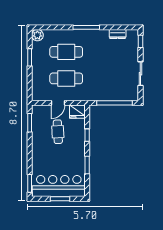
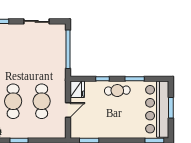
door: (58, 103) -> (68, 110), hinge flipped
cafe table: (58, 132) -> (117, 91), moved

